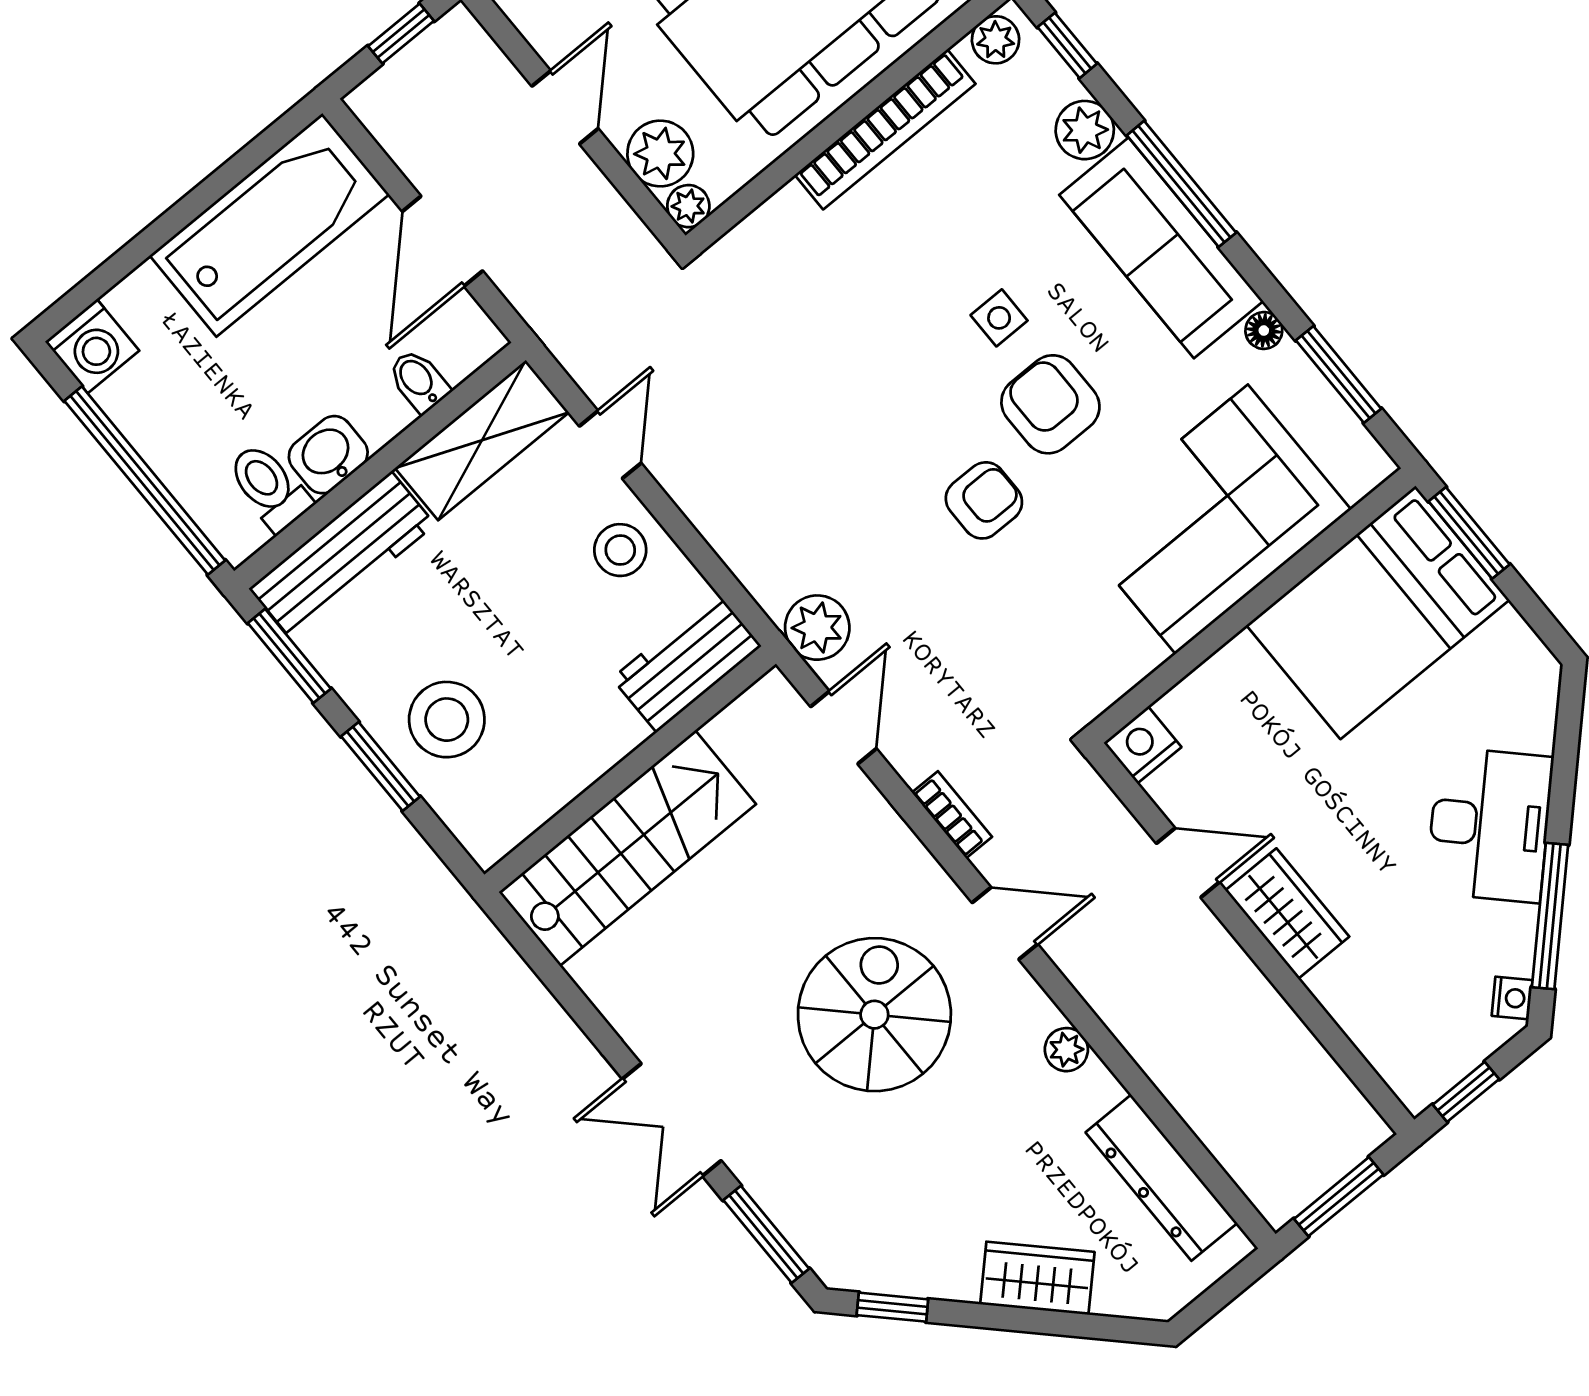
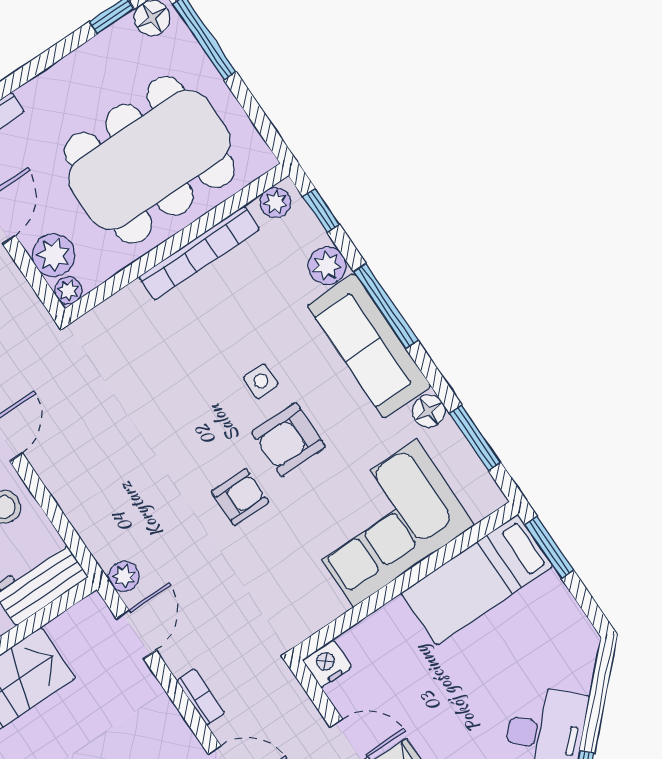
floor lamp: (1264, 330) -> (429, 411), width x1.37, depth x1.37
armchair: (1050, 404) -> (289, 440), turned -90
bed: (1378, 612) -> (477, 580), width x0.67
plant: (817, 628) -> (124, 576), width x0.73, depth x0.73

